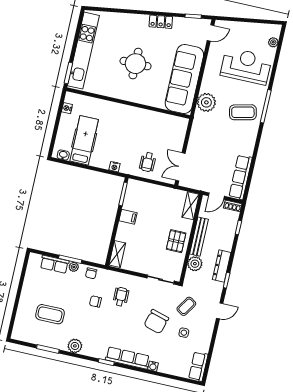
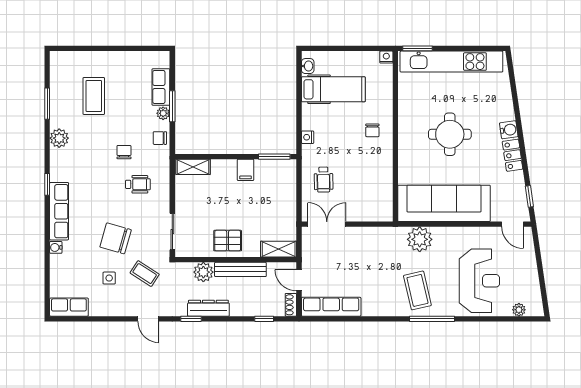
water cooler: (142, 20) -> (509, 130), added
nightstand: (67, 108) -> (386, 57), moved
chair: (120, 119) -> (372, 130), added
wheelchair: (148, 162) -> (324, 180), turned -91

